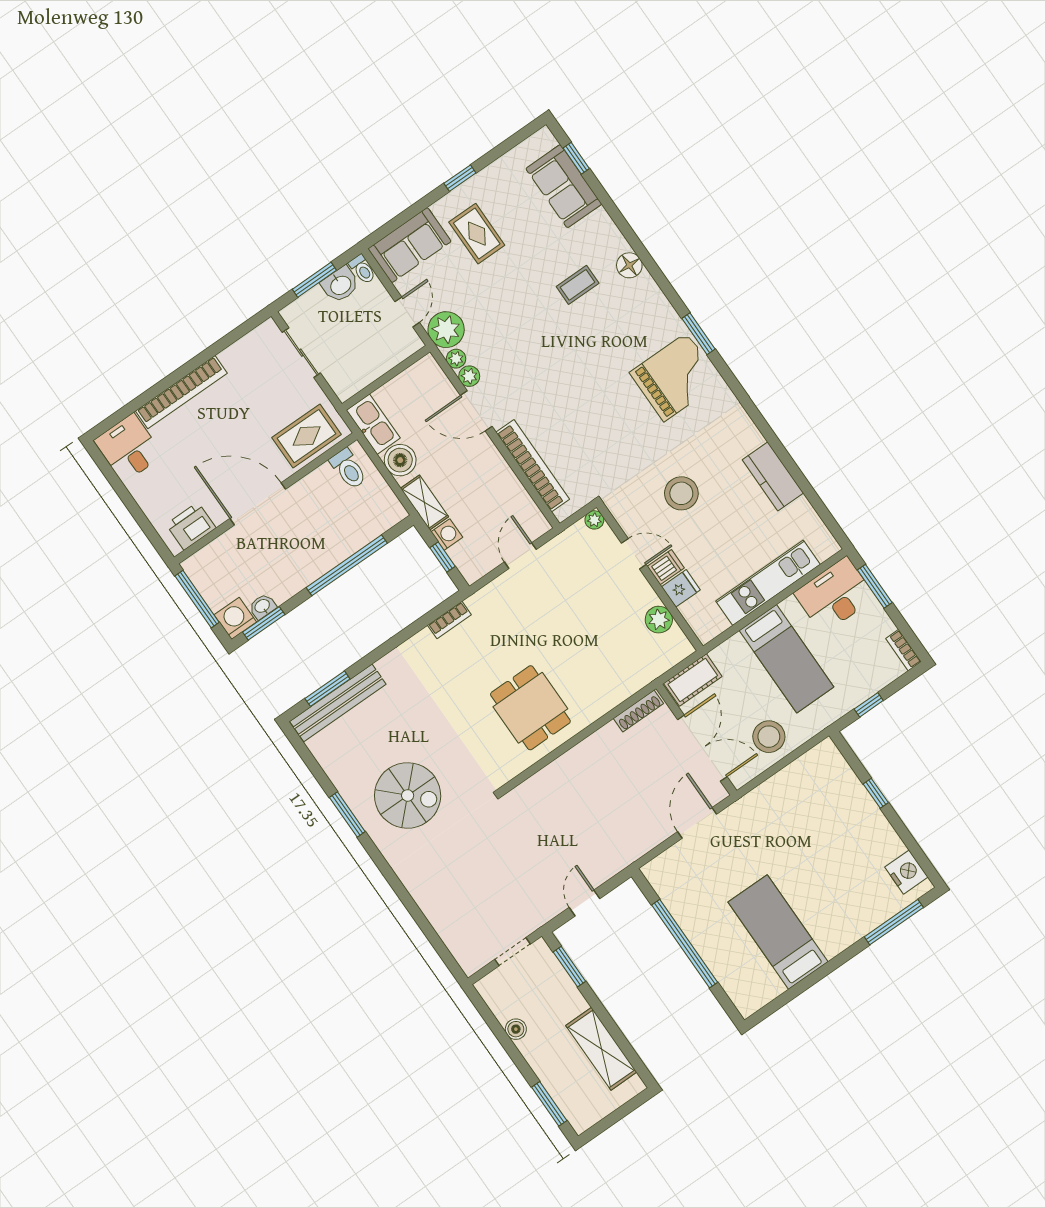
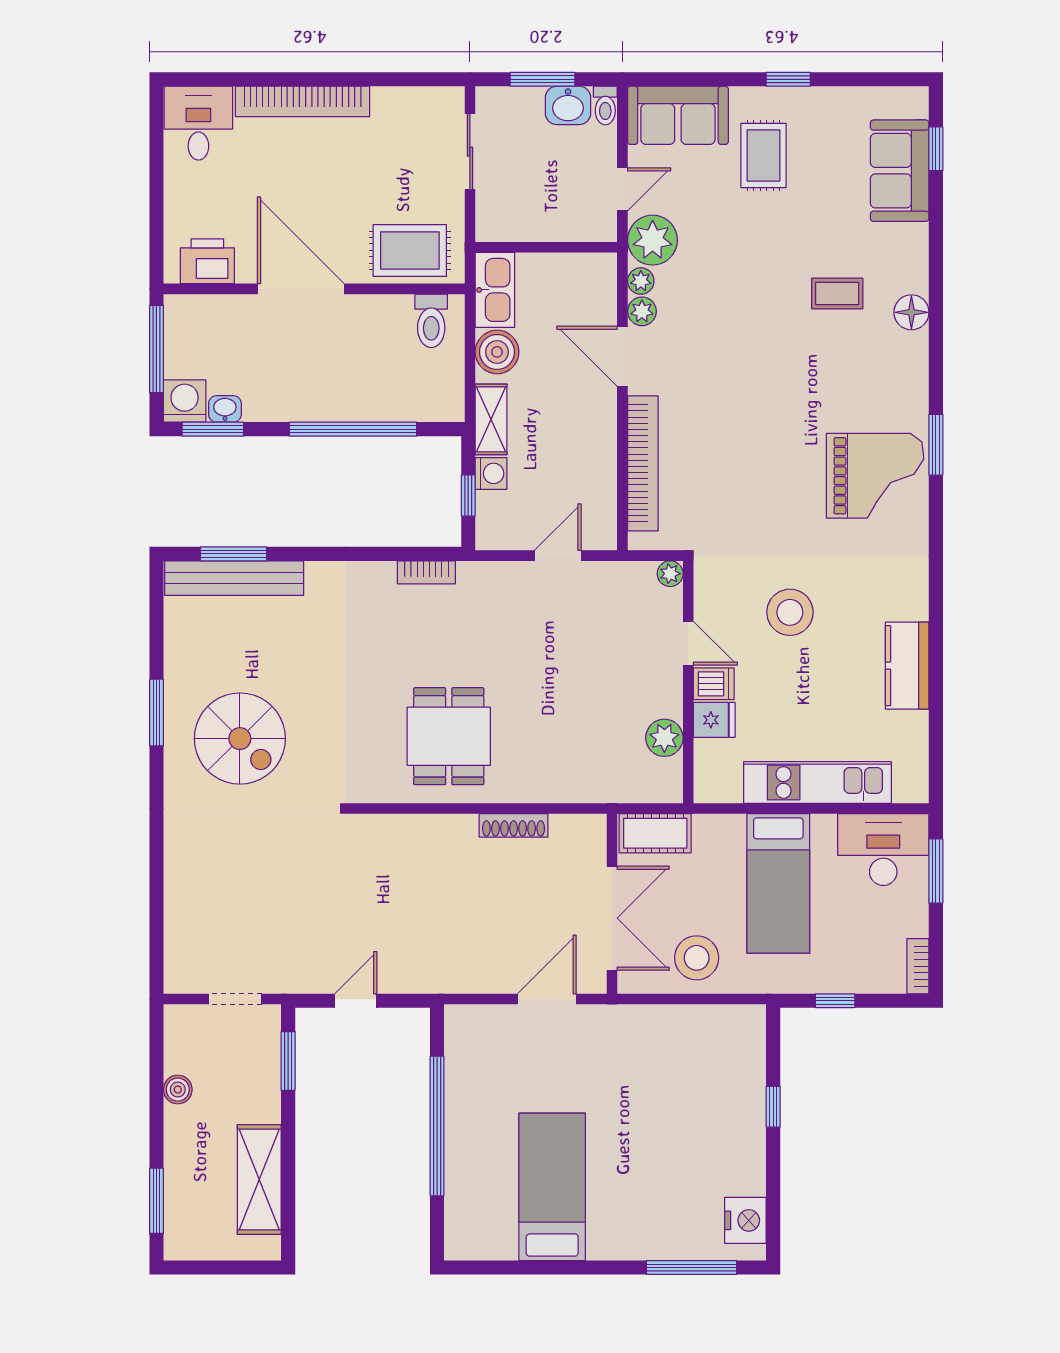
shoe rack: (638, 711) -> (514, 825), moved

